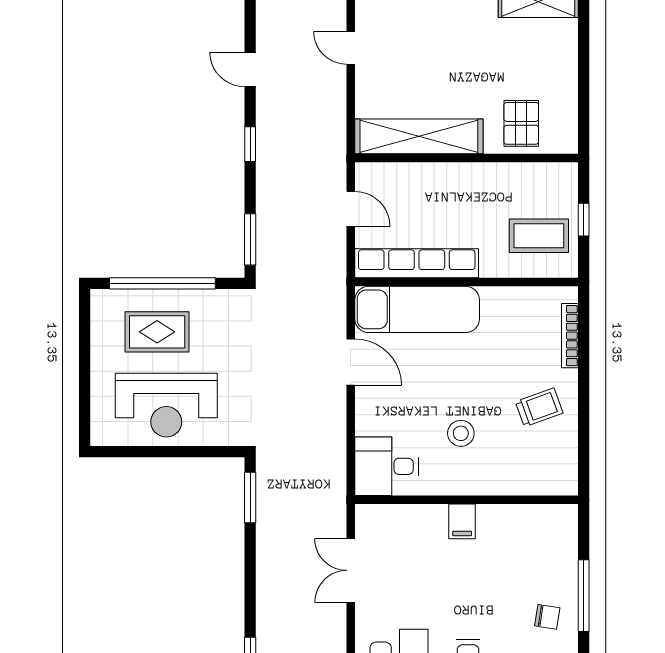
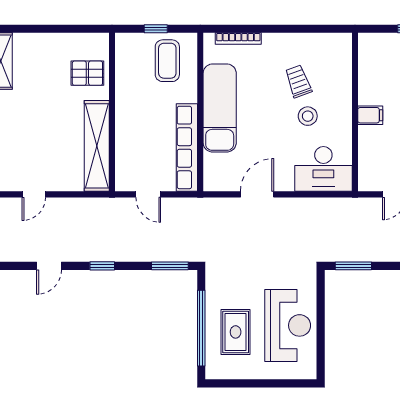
door: (351, 209) -> (148, 194), swing flipped
exam couch: (417, 309) -> (220, 108), moved
trolley: (539, 407) -> (298, 81), moved
desk: (386, 466) -> (323, 169), width x1.37

